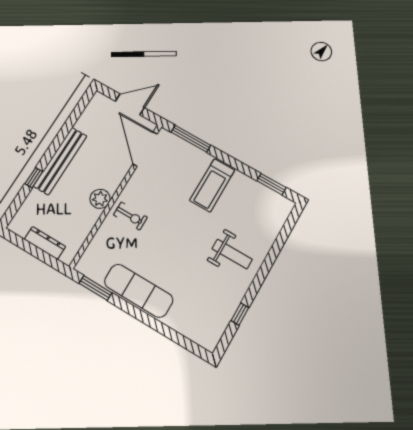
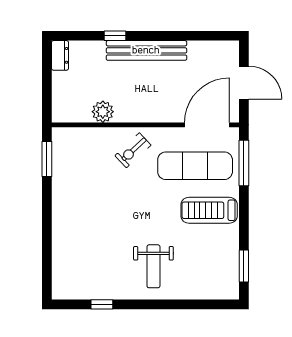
plant: (100, 199) -> (103, 112), moved
exercise bike: (130, 216) -> (133, 150), turned 47
dresser: (45, 243) -> (60, 55), moved, width x0.70
exercise mat: (139, 291) -> (195, 166), moved, turned 90

